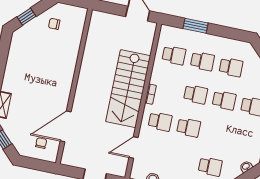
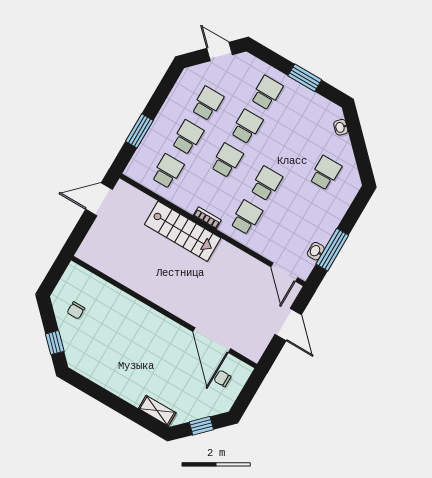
stairs: (128, 89) -> (183, 231), width x0.73, depth x0.66
door: (133, 148) -> (284, 272), moved

